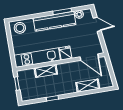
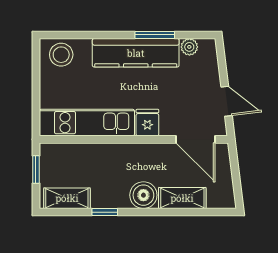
door: (97, 24) -> (227, 101), moved
shelving: (46, 71) -> (67, 198), moved
boiler: (69, 87) -> (143, 195), added

